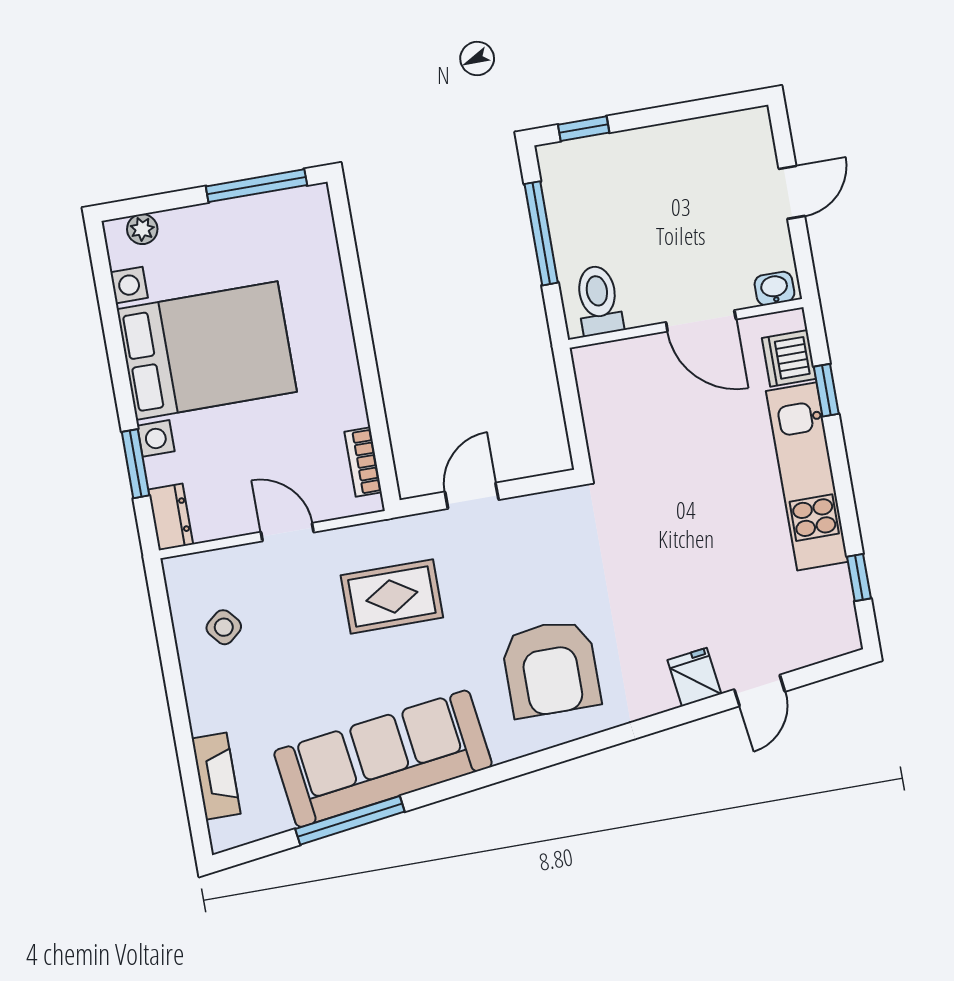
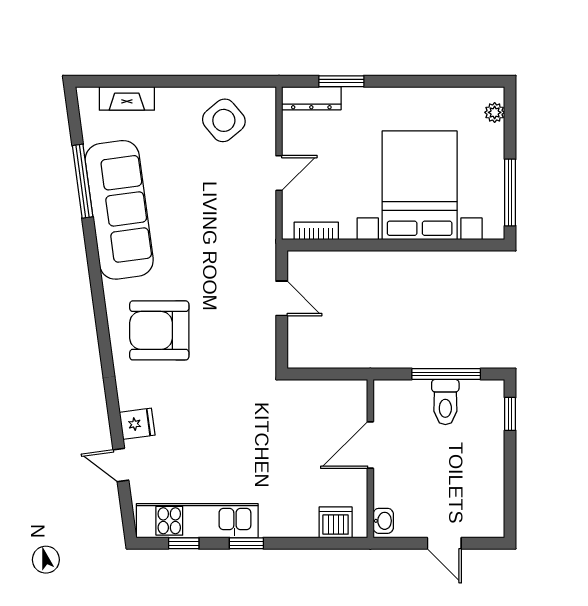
toilet: (598, 300) -> (445, 402), moved, turned 90
door: (701, 321) -> (370, 445), moved
bed with nightstands: (207, 351) -> (420, 185), moved, turned 180
window: (826, 390) -> (246, 543), moved
kitchen unit: (807, 476) -> (197, 521), moved
dresser: (171, 517) -> (311, 98), width x1.44
rug: (392, 596) -> (225, 234), removed
side table: (224, 627) -> (224, 120), width x1.87, depth x1.87

